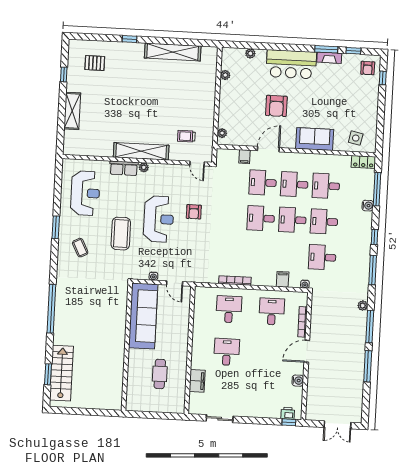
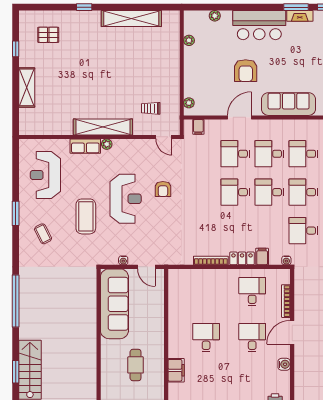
sofa: (315, 139) -> (289, 104), width x1.36
filing cabinet: (244, 157) -> (198, 127), moved
reception desk: (85, 193) -> (45, 175), turned 180
locker: (264, 280) -> (242, 258), added
desk: (229, 309) -> (252, 338), moved

